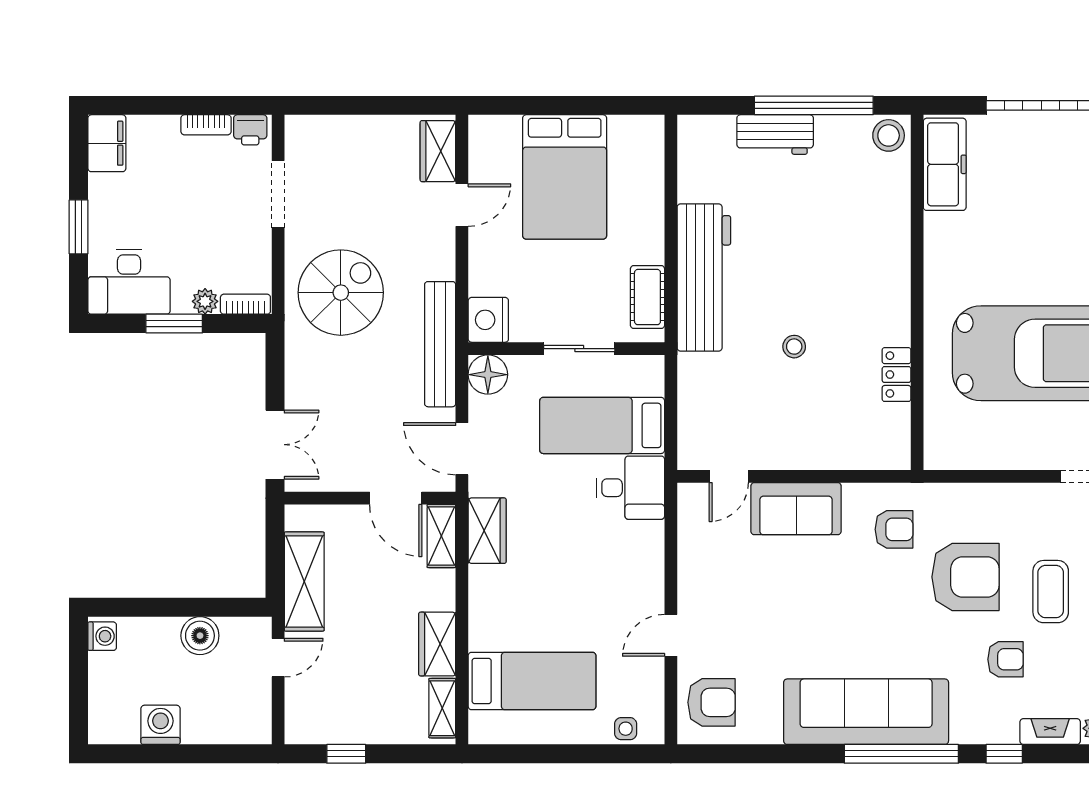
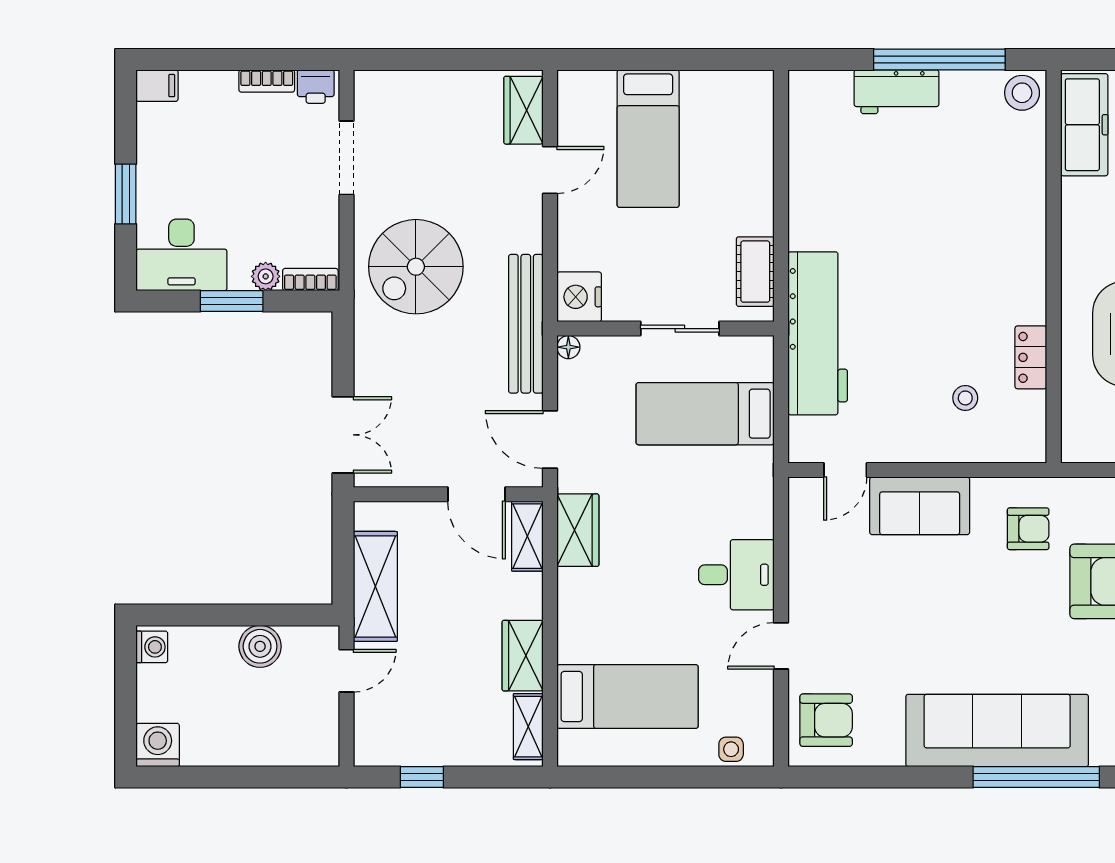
filing cabinet: (107, 143) -> (157, 86), width x0.50
bed: (565, 177) -> (648, 139), width x0.67
workbench: (704, 277) -> (818, 333), moved
spiral stairs: (341, 293) -> (416, 267), turned 180
stool: (794, 347) -> (965, 398), moved
floor lamp: (488, 375) -> (568, 347), width x0.53, depth x0.53
desk: (630, 488) -> (736, 575), moved
washing machine: (160, 725) -> (158, 745), moved

